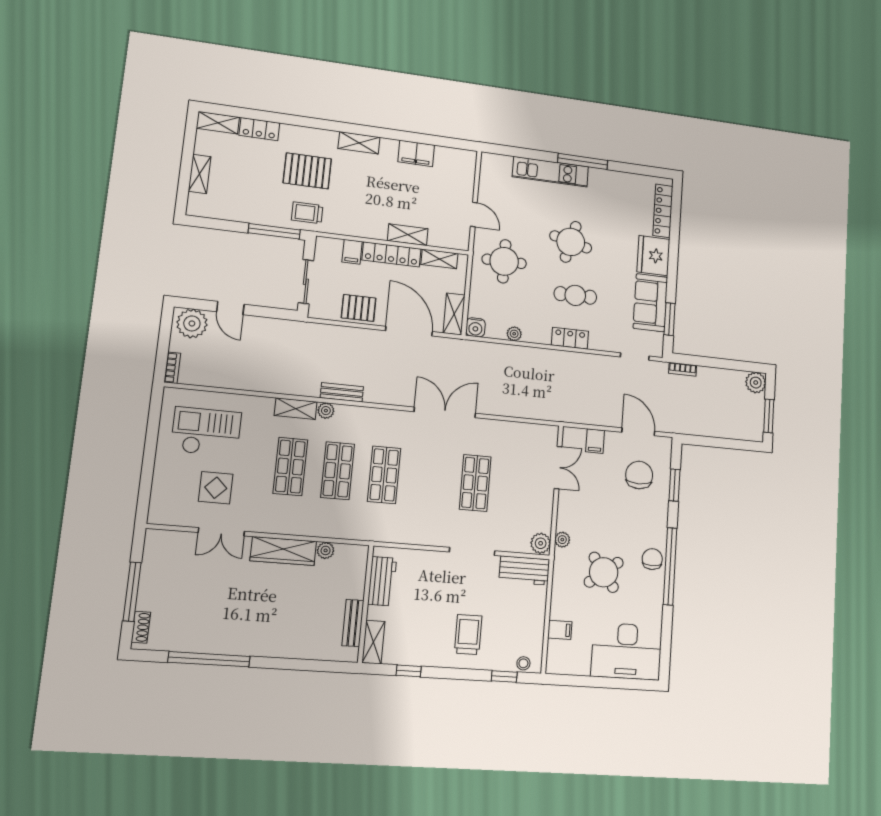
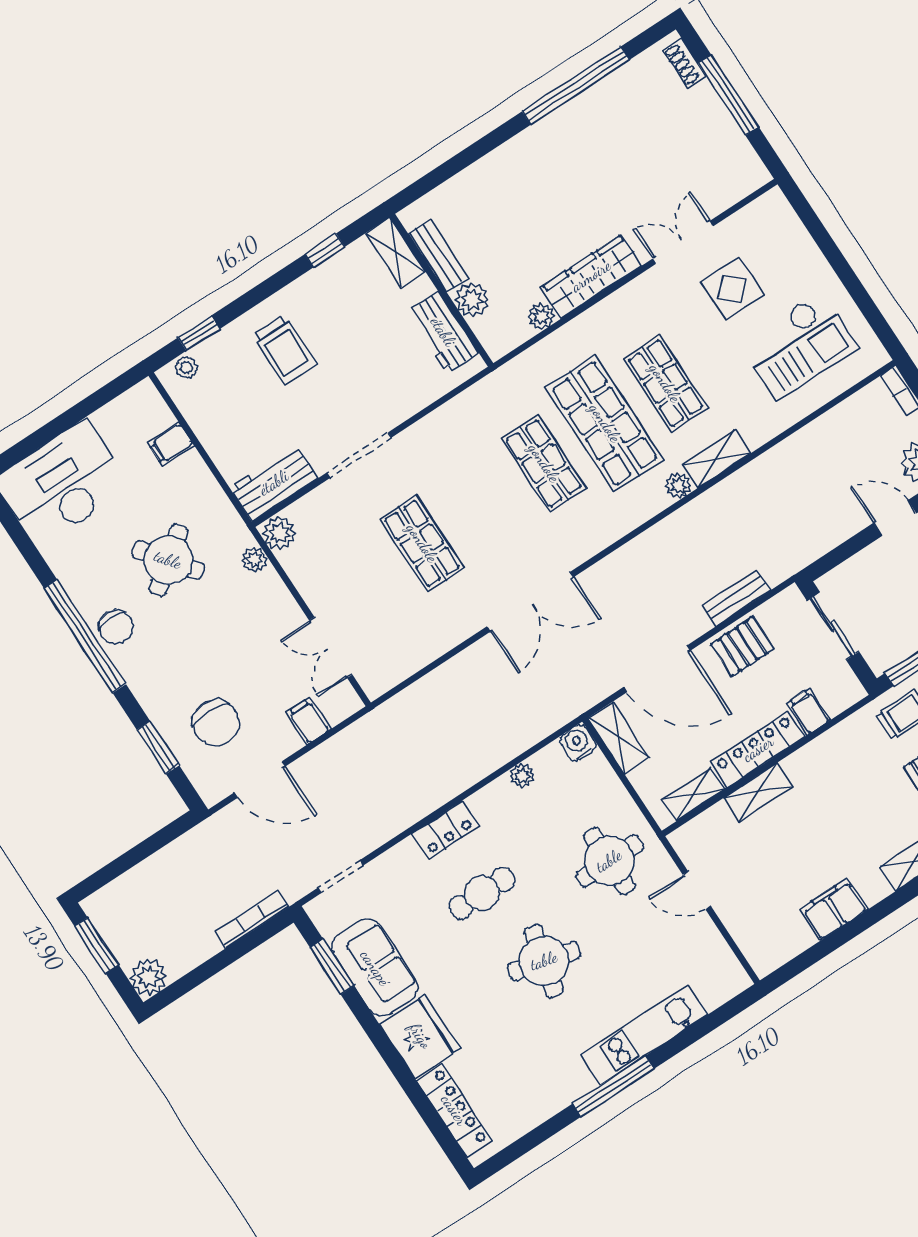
bookcase: (683, 369) -> (252, 920), width x1.56
bench: (342, 392) -> (736, 598), moved
shop shelf: (338, 471) -> (605, 423), width x1.43, depth x1.36
plant: (354, 587) -> (472, 300), added

